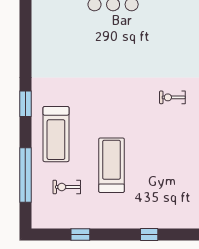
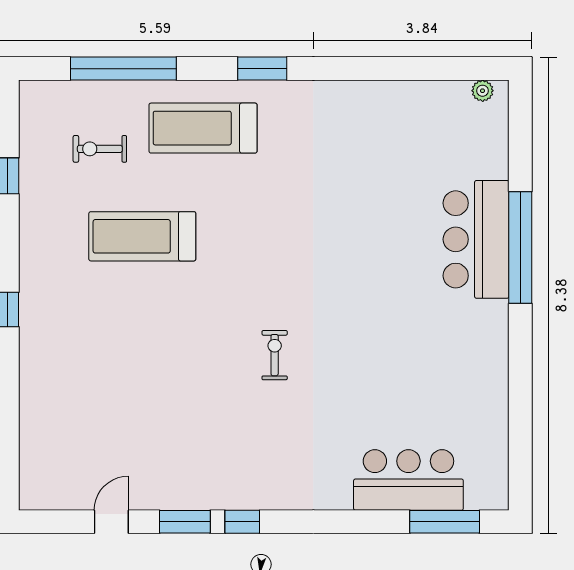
treadmill: (111, 165) -> (142, 236), turned 180
exercise bike: (67, 187) -> (100, 149), turned -90

